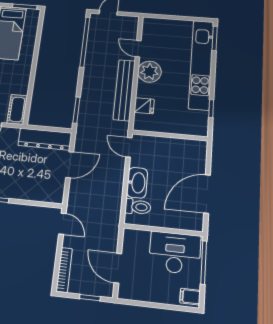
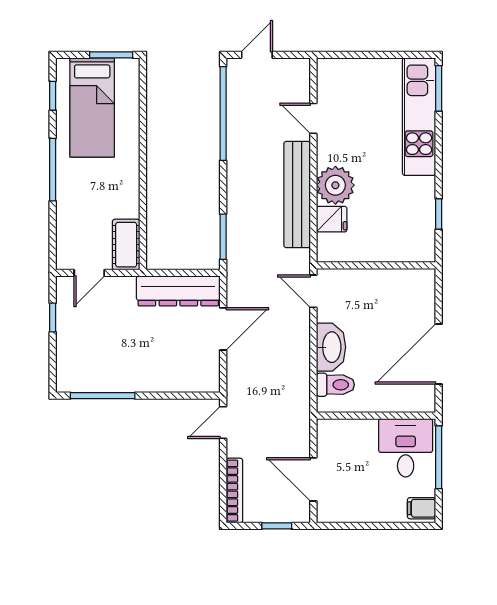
kitchen unit: (201, 64) -> (419, 117), width x0.73
plant: (149, 72) -> (335, 185), moved
door: (62, 224) -> (223, 423), swing flipped
desk: (175, 253) -> (406, 448), width x0.73

